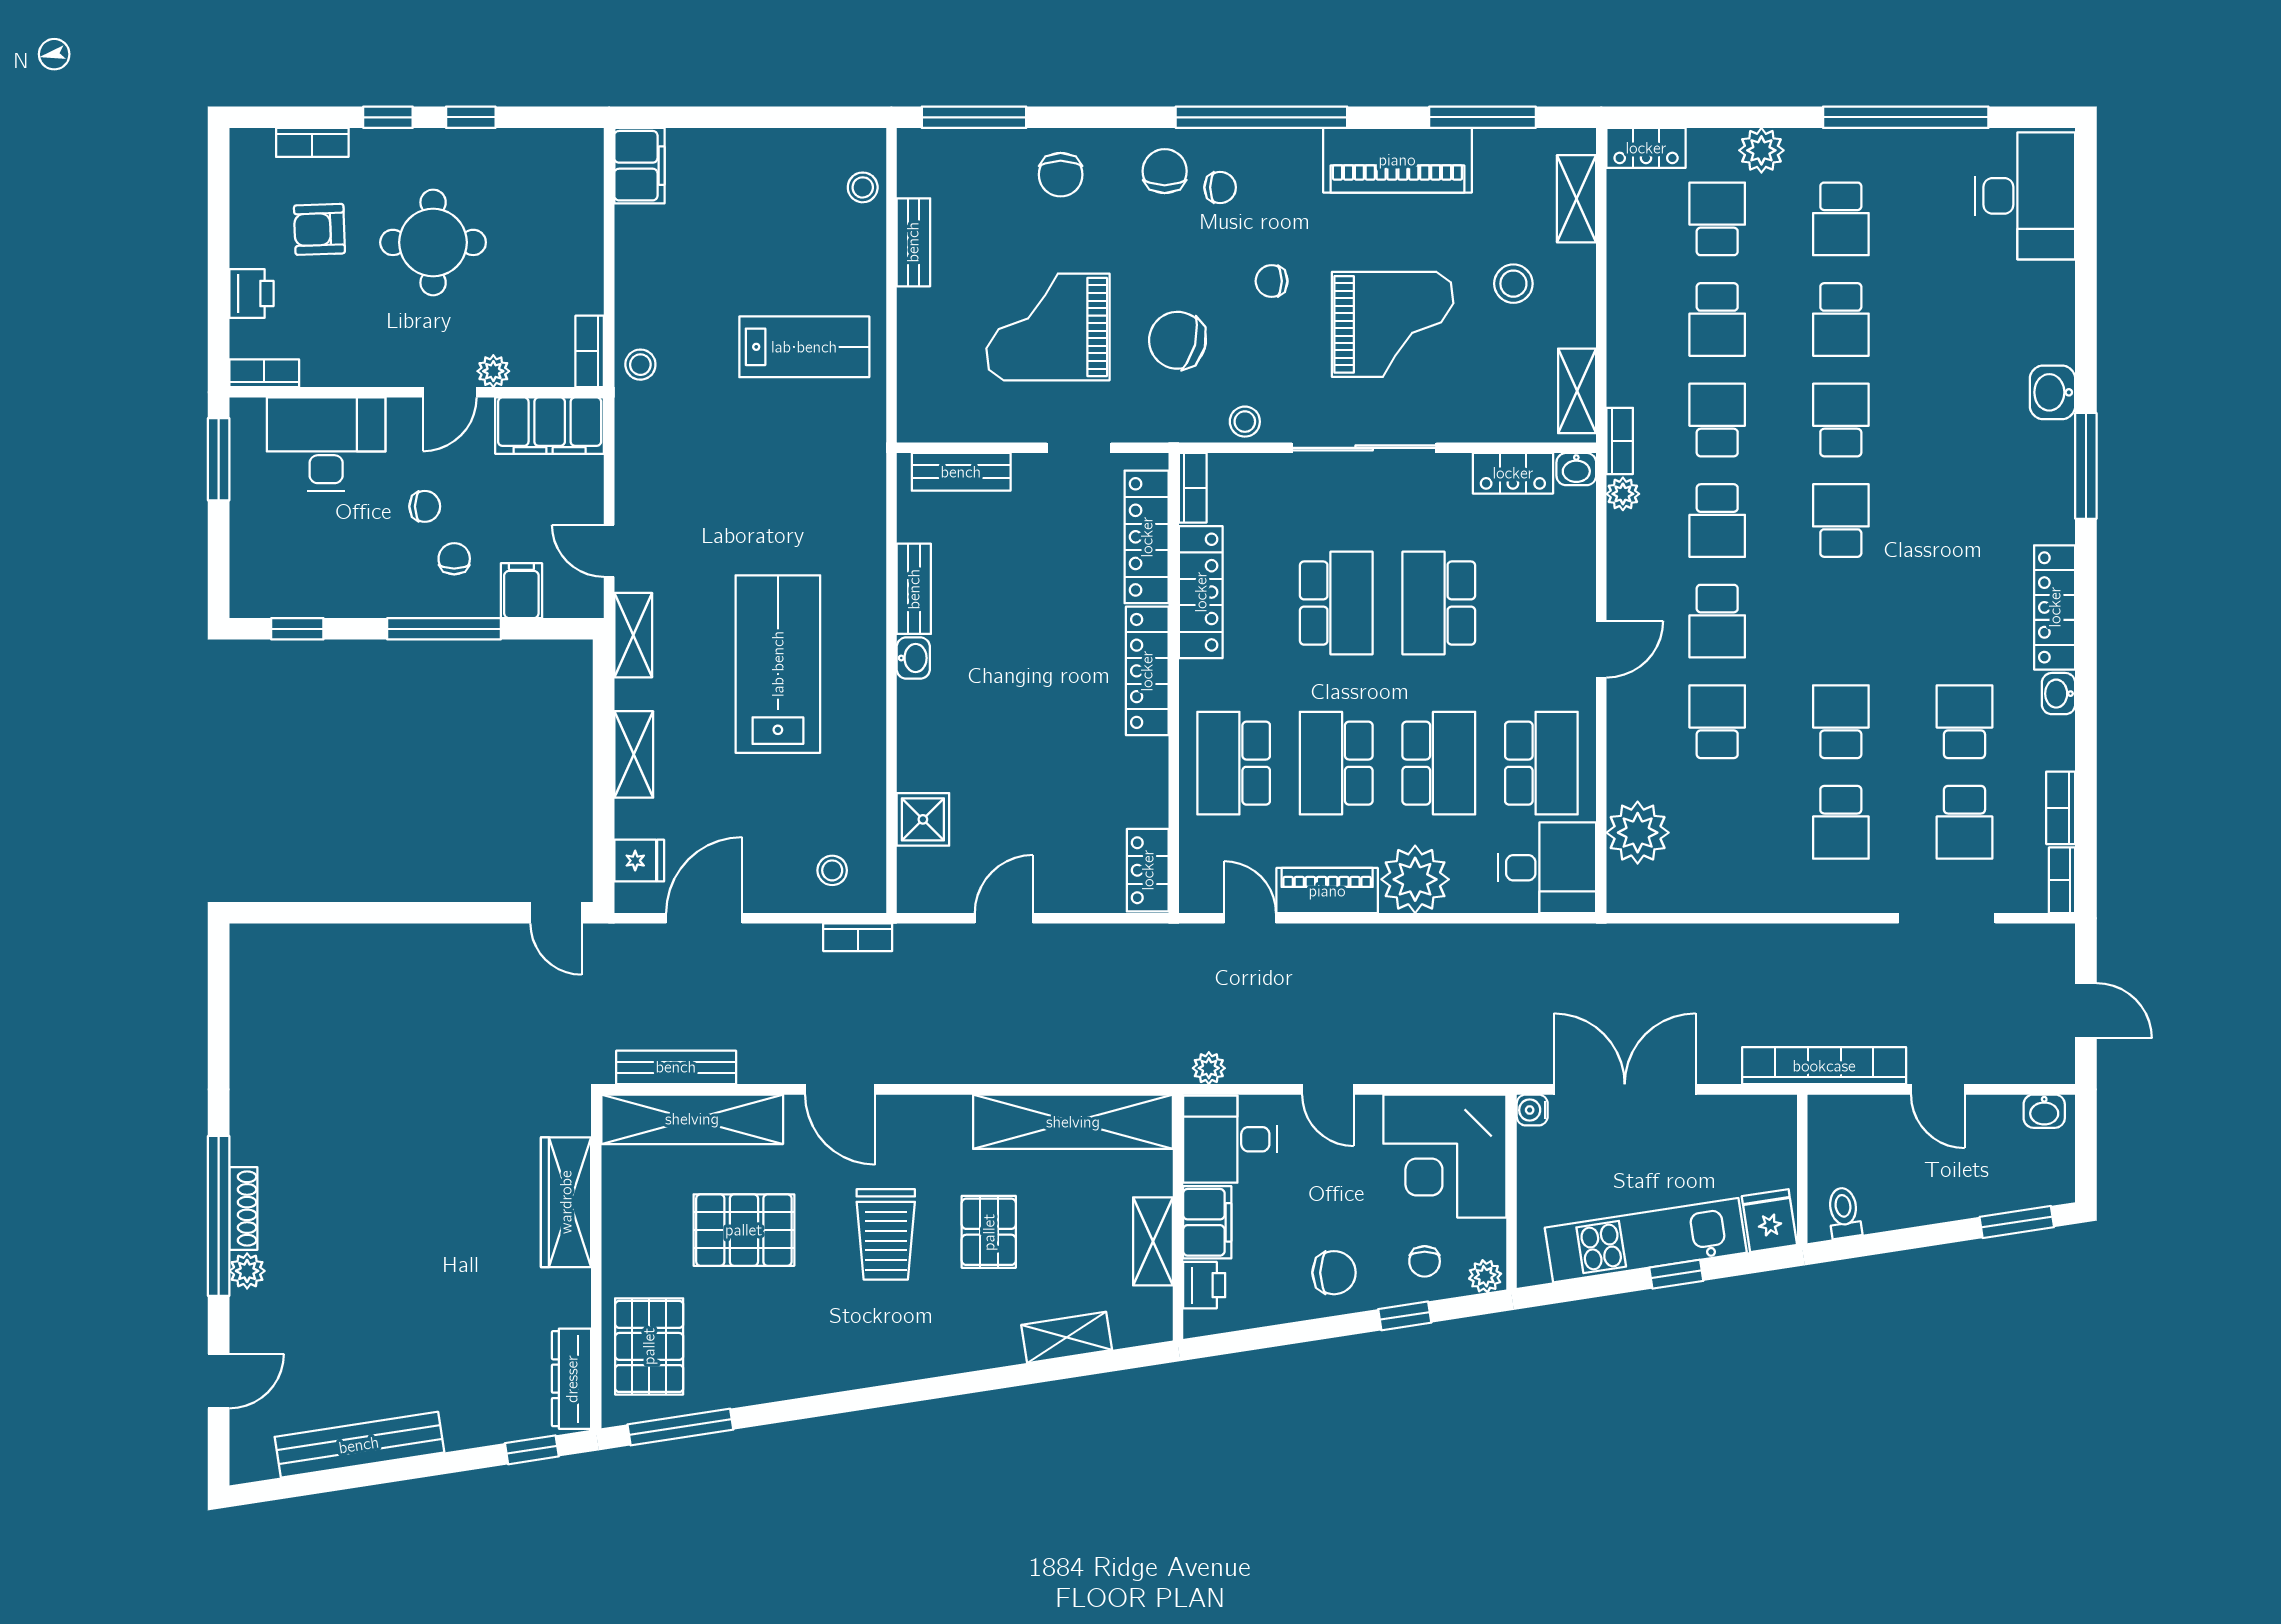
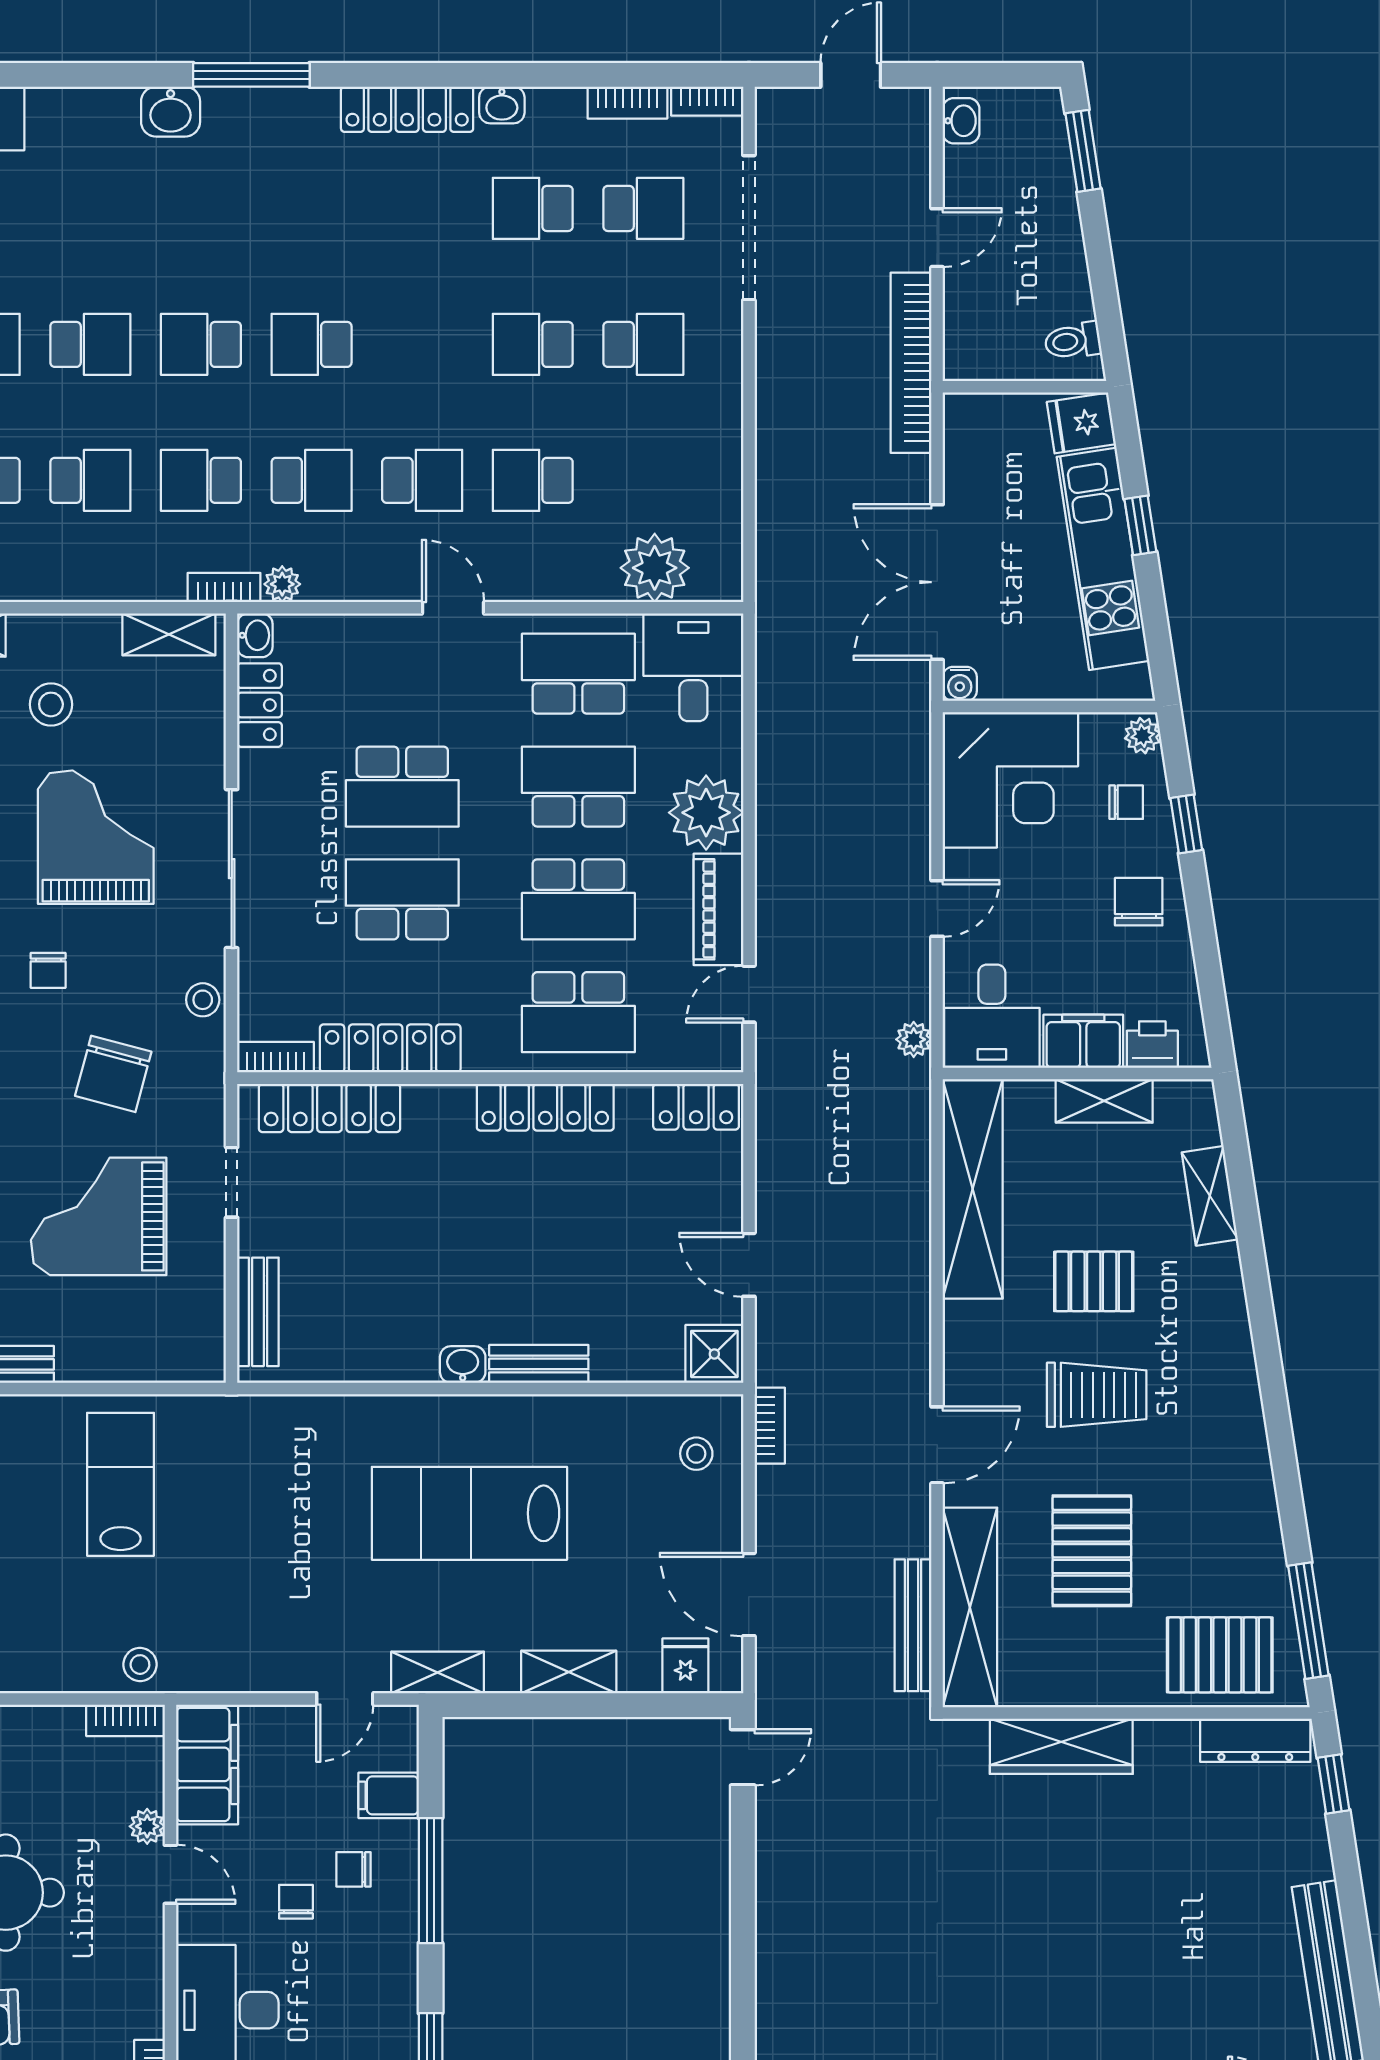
grand piano: (1048, 327) -> (99, 1216), turned 90
bench: (914, 589) -> (539, 1364), moved
locker: (1147, 671) -> (545, 1107), moved
shower: (923, 819) -> (714, 1354), moved
doorway: (1947, 918) -> (749, 228), width x1.36

